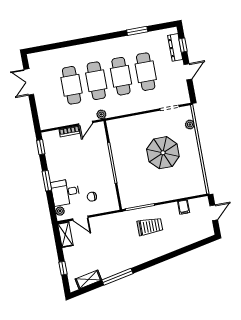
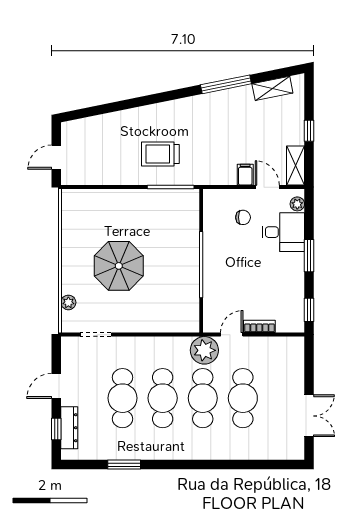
plant: (101, 114) -> (204, 350), width x1.87, depth x1.87
filing cabinet: (184, 207) -> (245, 175), moved
window: (63, 268) -> (309, 131), moved

